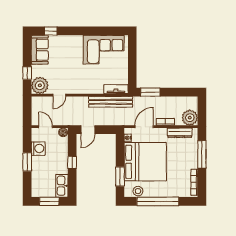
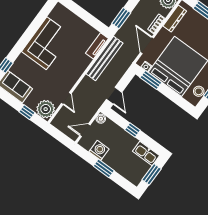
corner sofa: (104, 50) -> (47, 43), moved
window: (120, 177) -> (151, 80), moved

